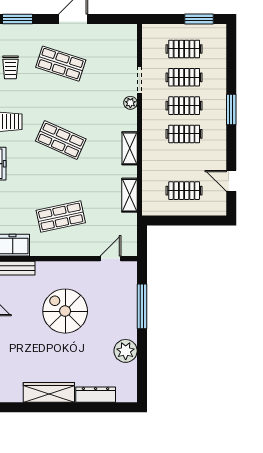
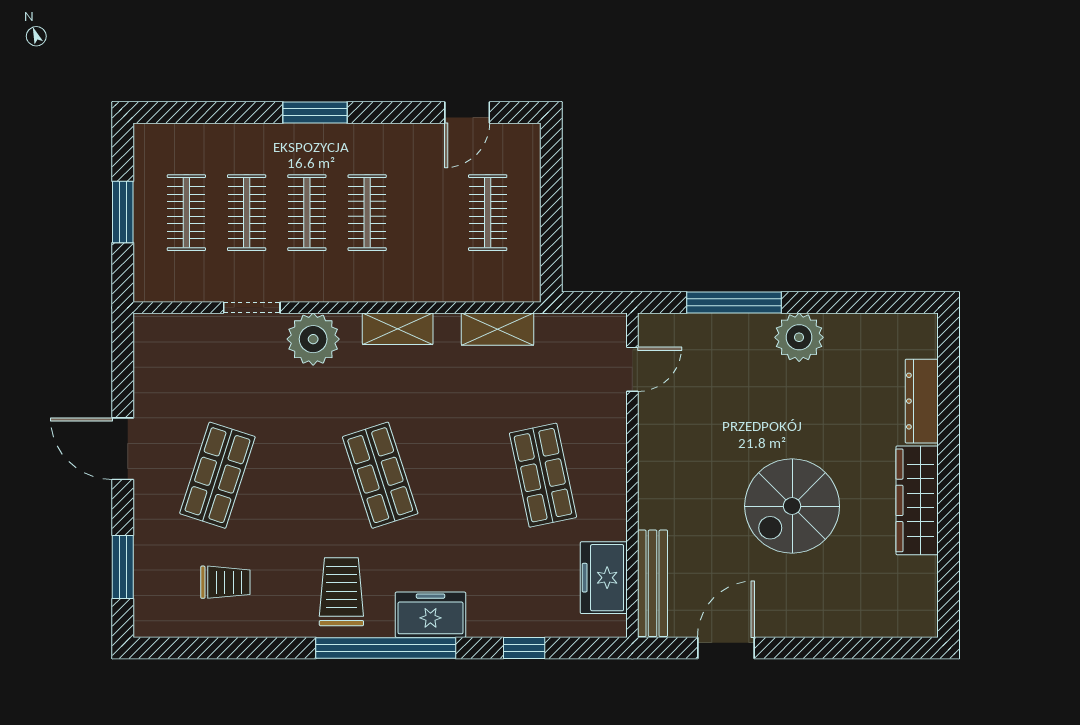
window: (199, 19) -> (123, 212), moved
plant: (130, 103) -> (313, 339), width x1.87, depth x1.87
shop shelf: (61, 140) -> (380, 475), turned -42
door: (110, 259) -> (632, 369), swing flipped
spiral stairs: (65, 311) -> (792, 506), moved
plant: (126, 351) -> (799, 337), moved

